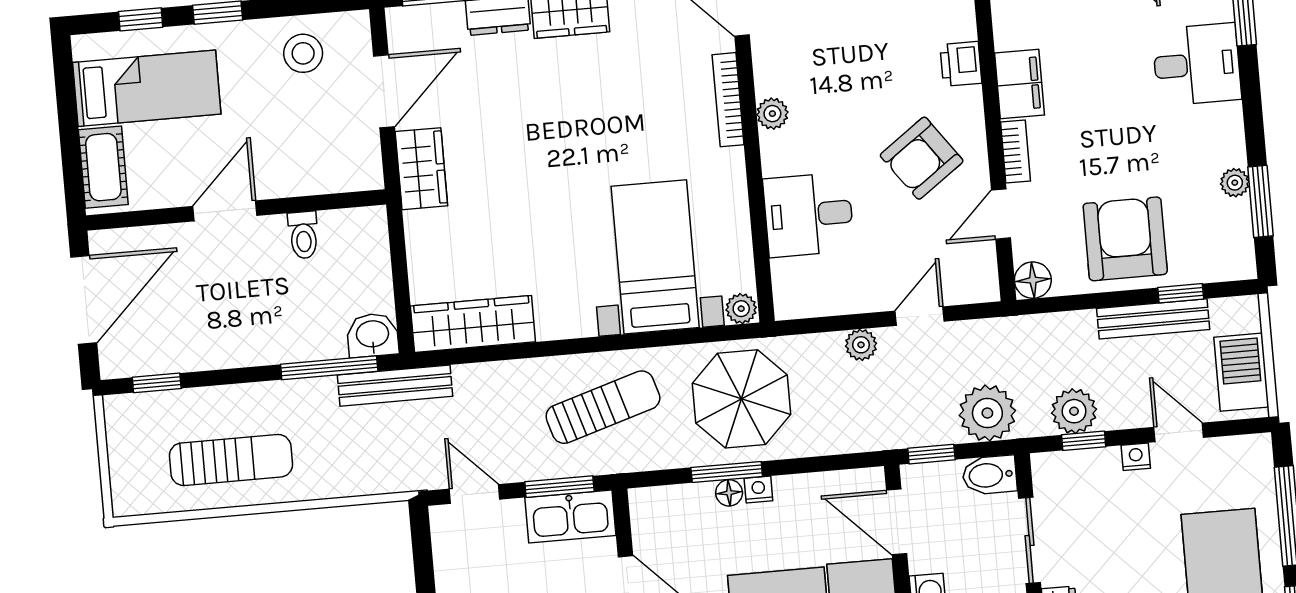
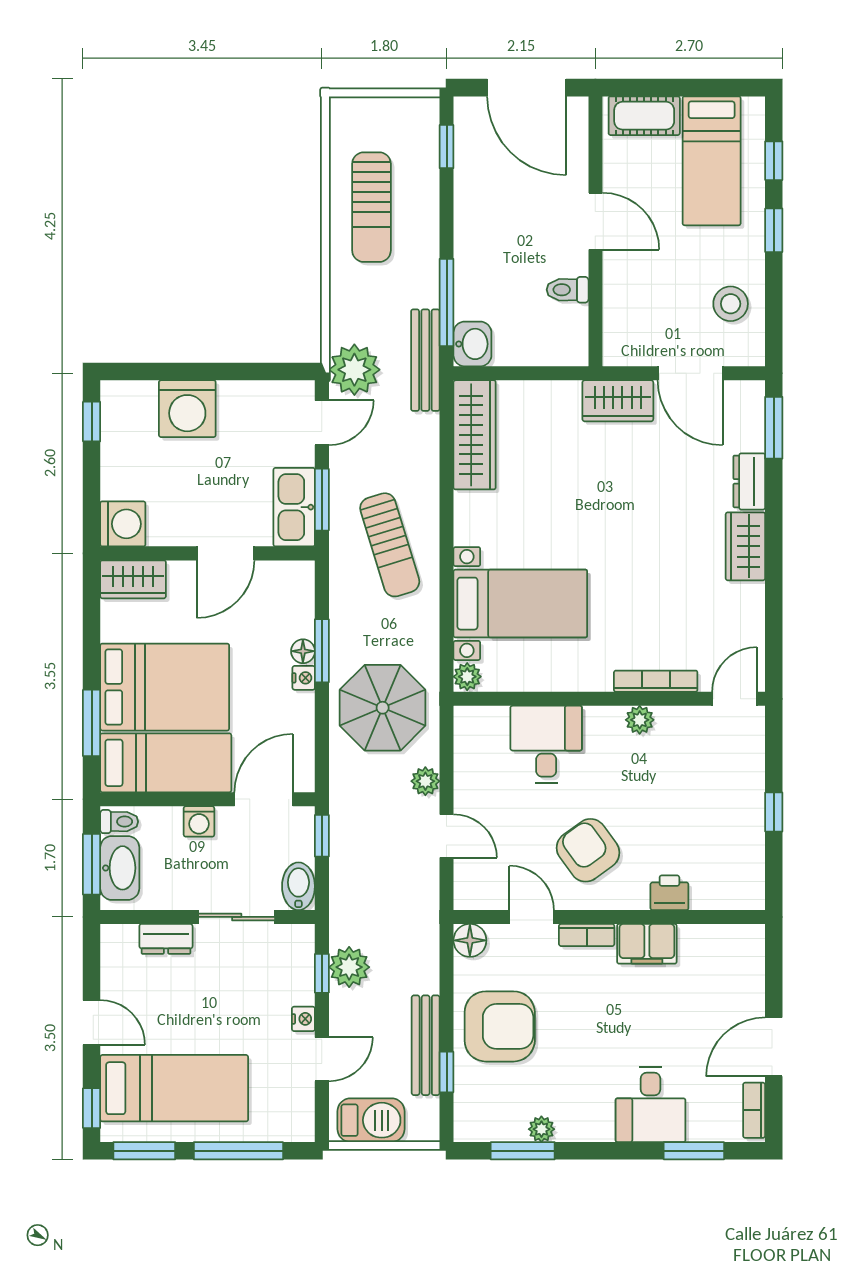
parasol: (741, 399) -> (383, 708), moved
plant: (987, 413) -> (354, 370), moved

